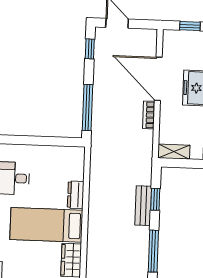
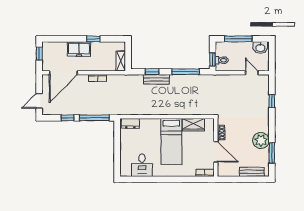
window: (90, 49) -> (68, 118), moved
door: (158, 79) -> (63, 73), moved
dresser: (76, 195) -> (130, 123), moved

